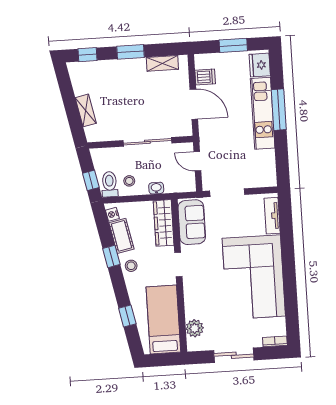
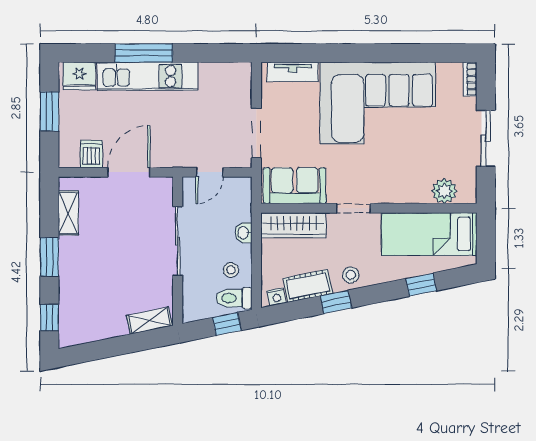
shelving: (86, 110) -> (149, 321), moved

